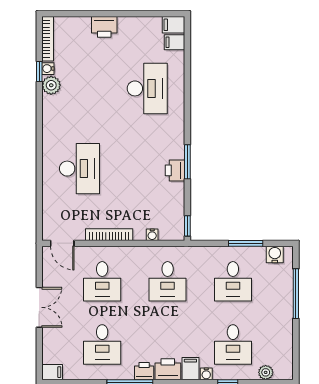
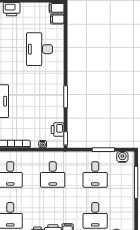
desk: (147, 88) -> (39, 49), turned 180
printer: (175, 170) -> (58, 130), moved

